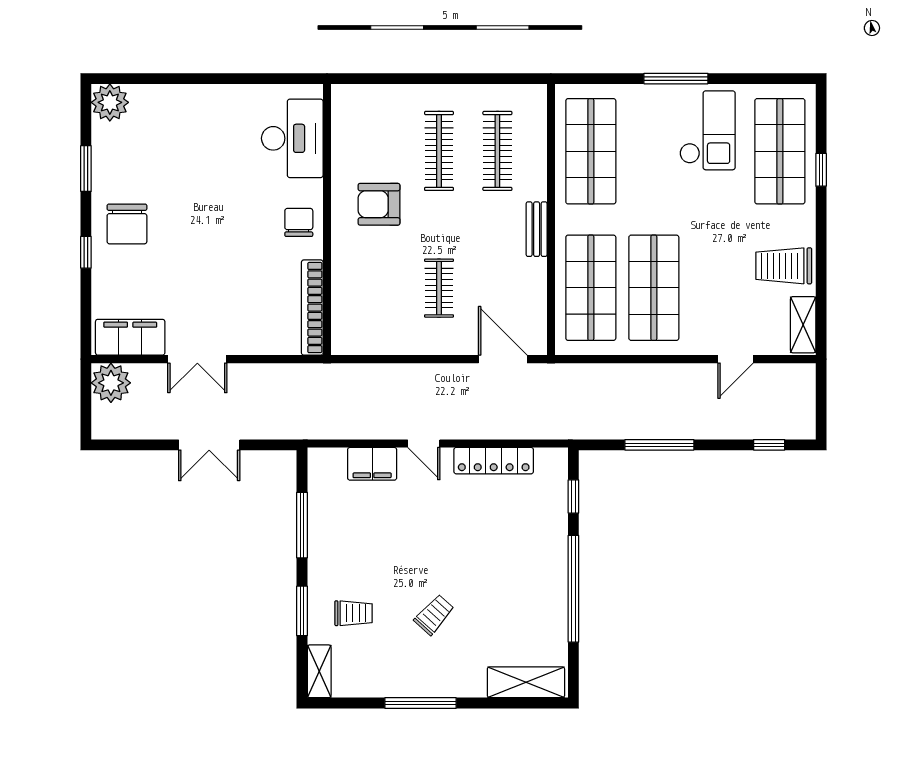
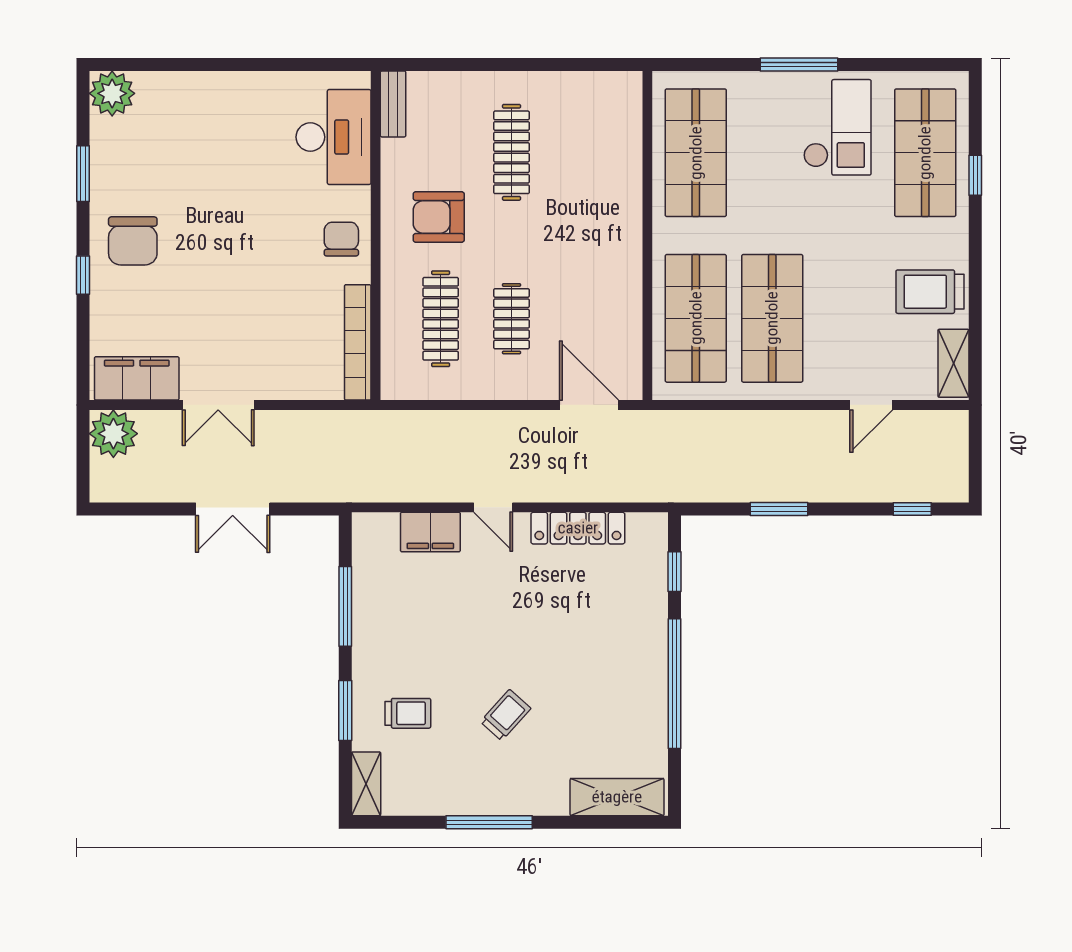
clothes rail: (497, 151) -> (441, 319), moved
bench: (537, 229) -> (393, 104), moved
window: (659, 445) -> (779, 509), width x0.69

